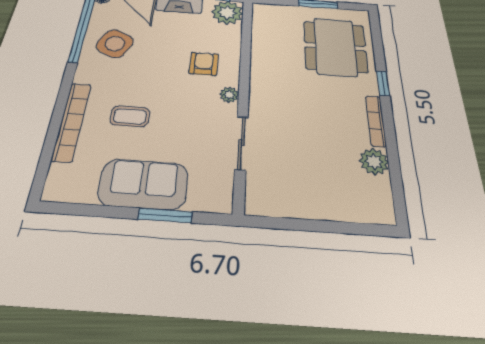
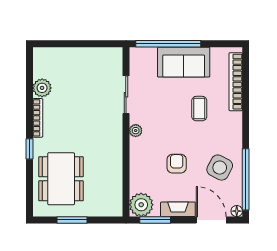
armchair: (204, 64) -> (177, 164), moved, turned 180
coffee table: (130, 116) -> (199, 109), turned 90
bookcase: (72, 121) -> (236, 82), moved
window: (165, 215) -> (168, 44), width x2.11

